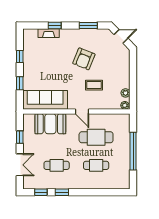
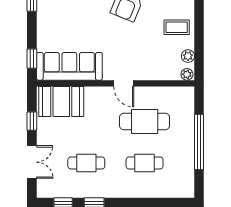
window: (20, 83) -> (32, 59), moved
coffee table: (94, 85) -> (177, 27), moved
booth: (50, 124) -> (61, 102), moved

